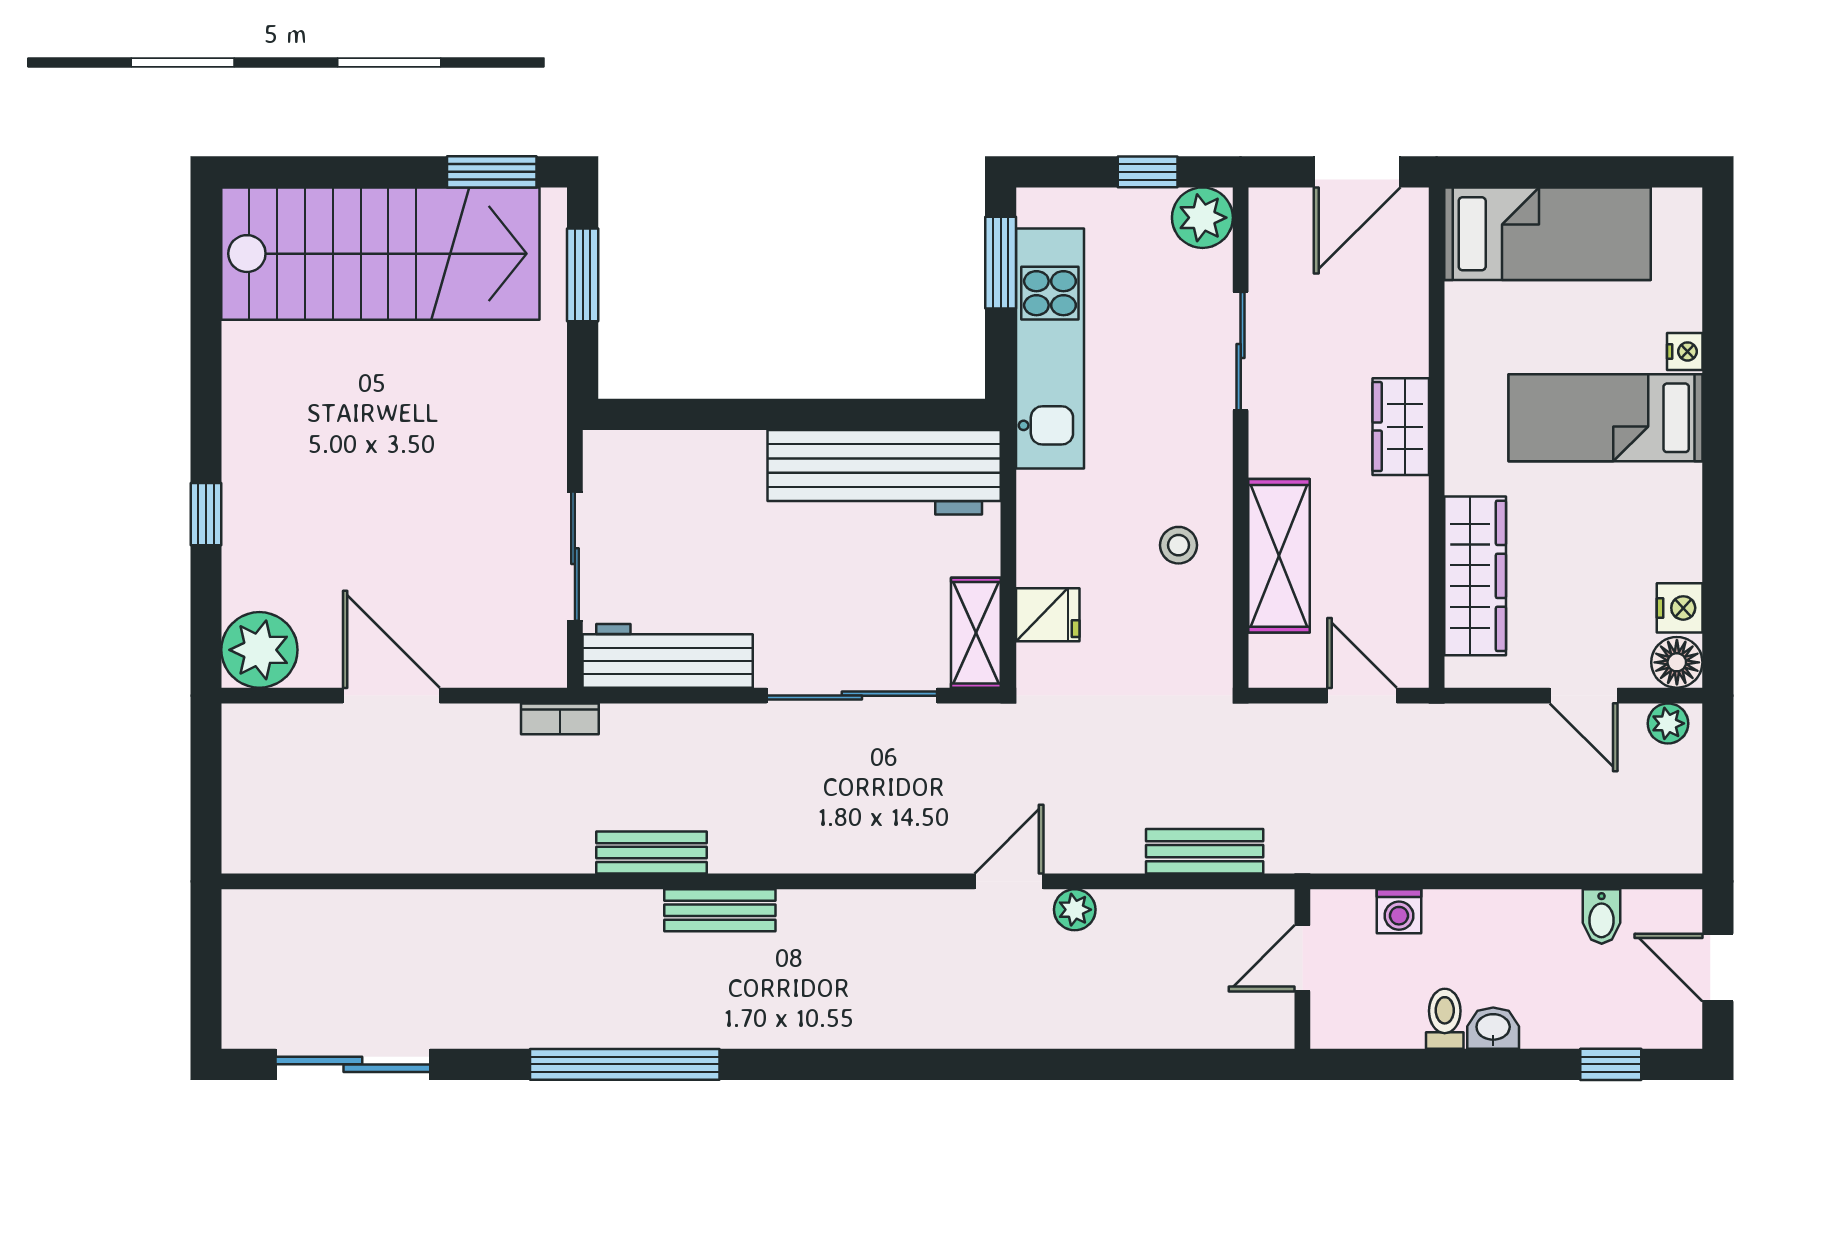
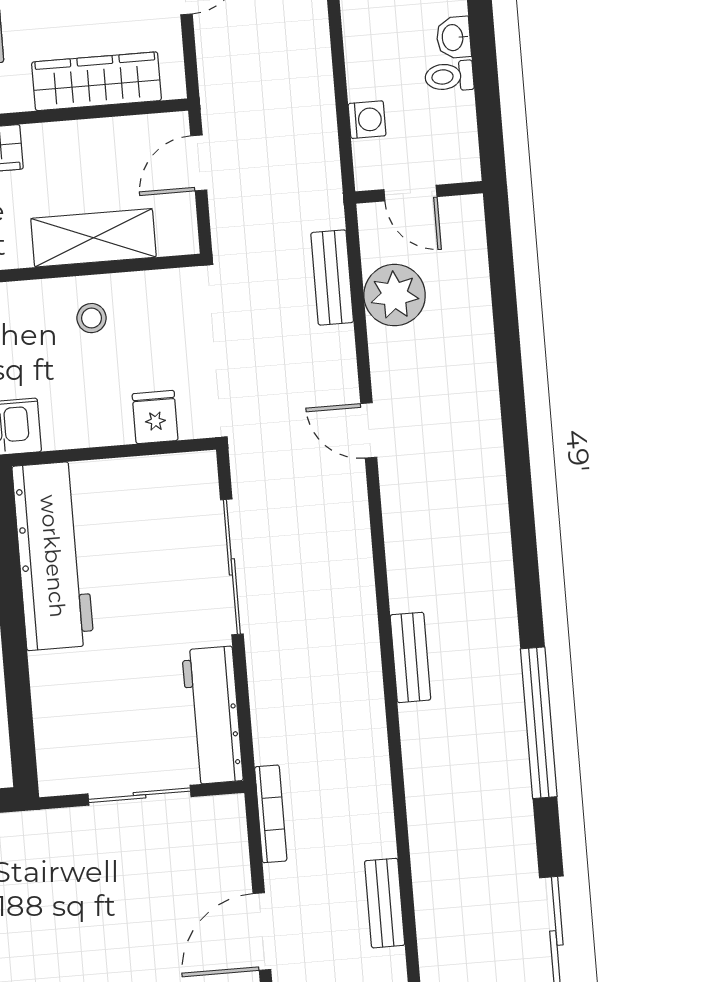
shelving: (976, 633) -> (174, 473), removed
bookcase: (560, 719) -> (271, 814), width x1.56
bench: (651, 853) -> (385, 903), moved
plant: (1075, 910) -> (395, 295), moved, width x1.88, depth x1.88

